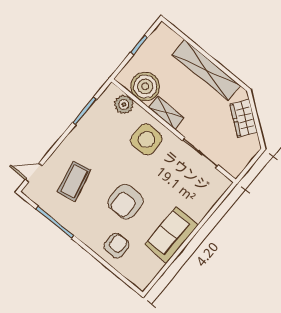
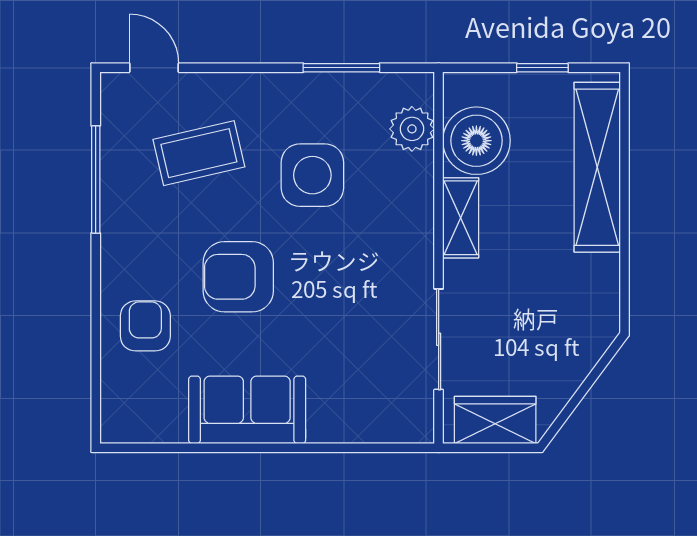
shelving: (206, 70) -> (597, 167), moved
wardrobe: (244, 118) -> (495, 420), moved, turned 53
side table: (146, 139) -> (312, 175), moved
armchair: (116, 246) -> (145, 326), turned -90

